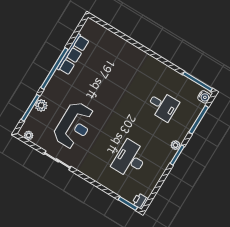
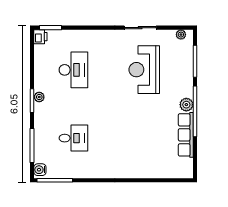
plant: (41, 105) -> (186, 105), moved
desk: (163, 106) -> (73, 138), turned 180
plant: (175, 145) -> (39, 97), moved

